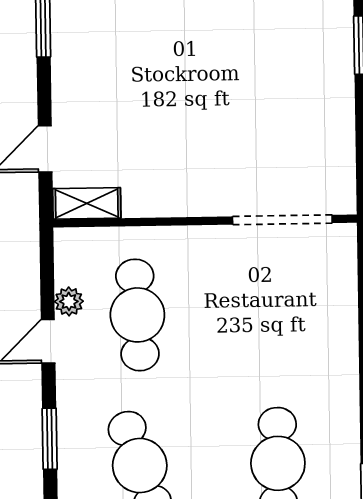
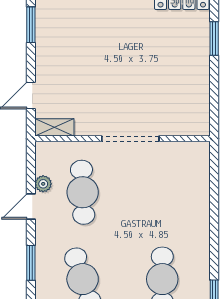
doorway: (282, 220) -> (130, 139), moved

